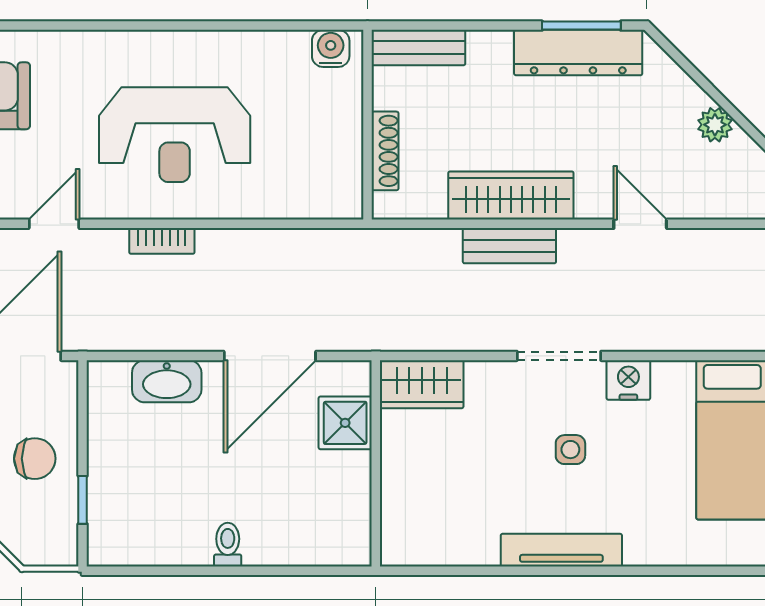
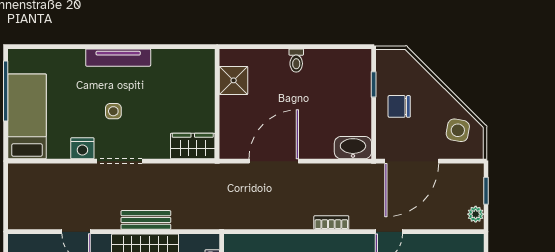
washbasin: (167, 381) -> (353, 148), moved
shower: (345, 423) -> (234, 80), moved

